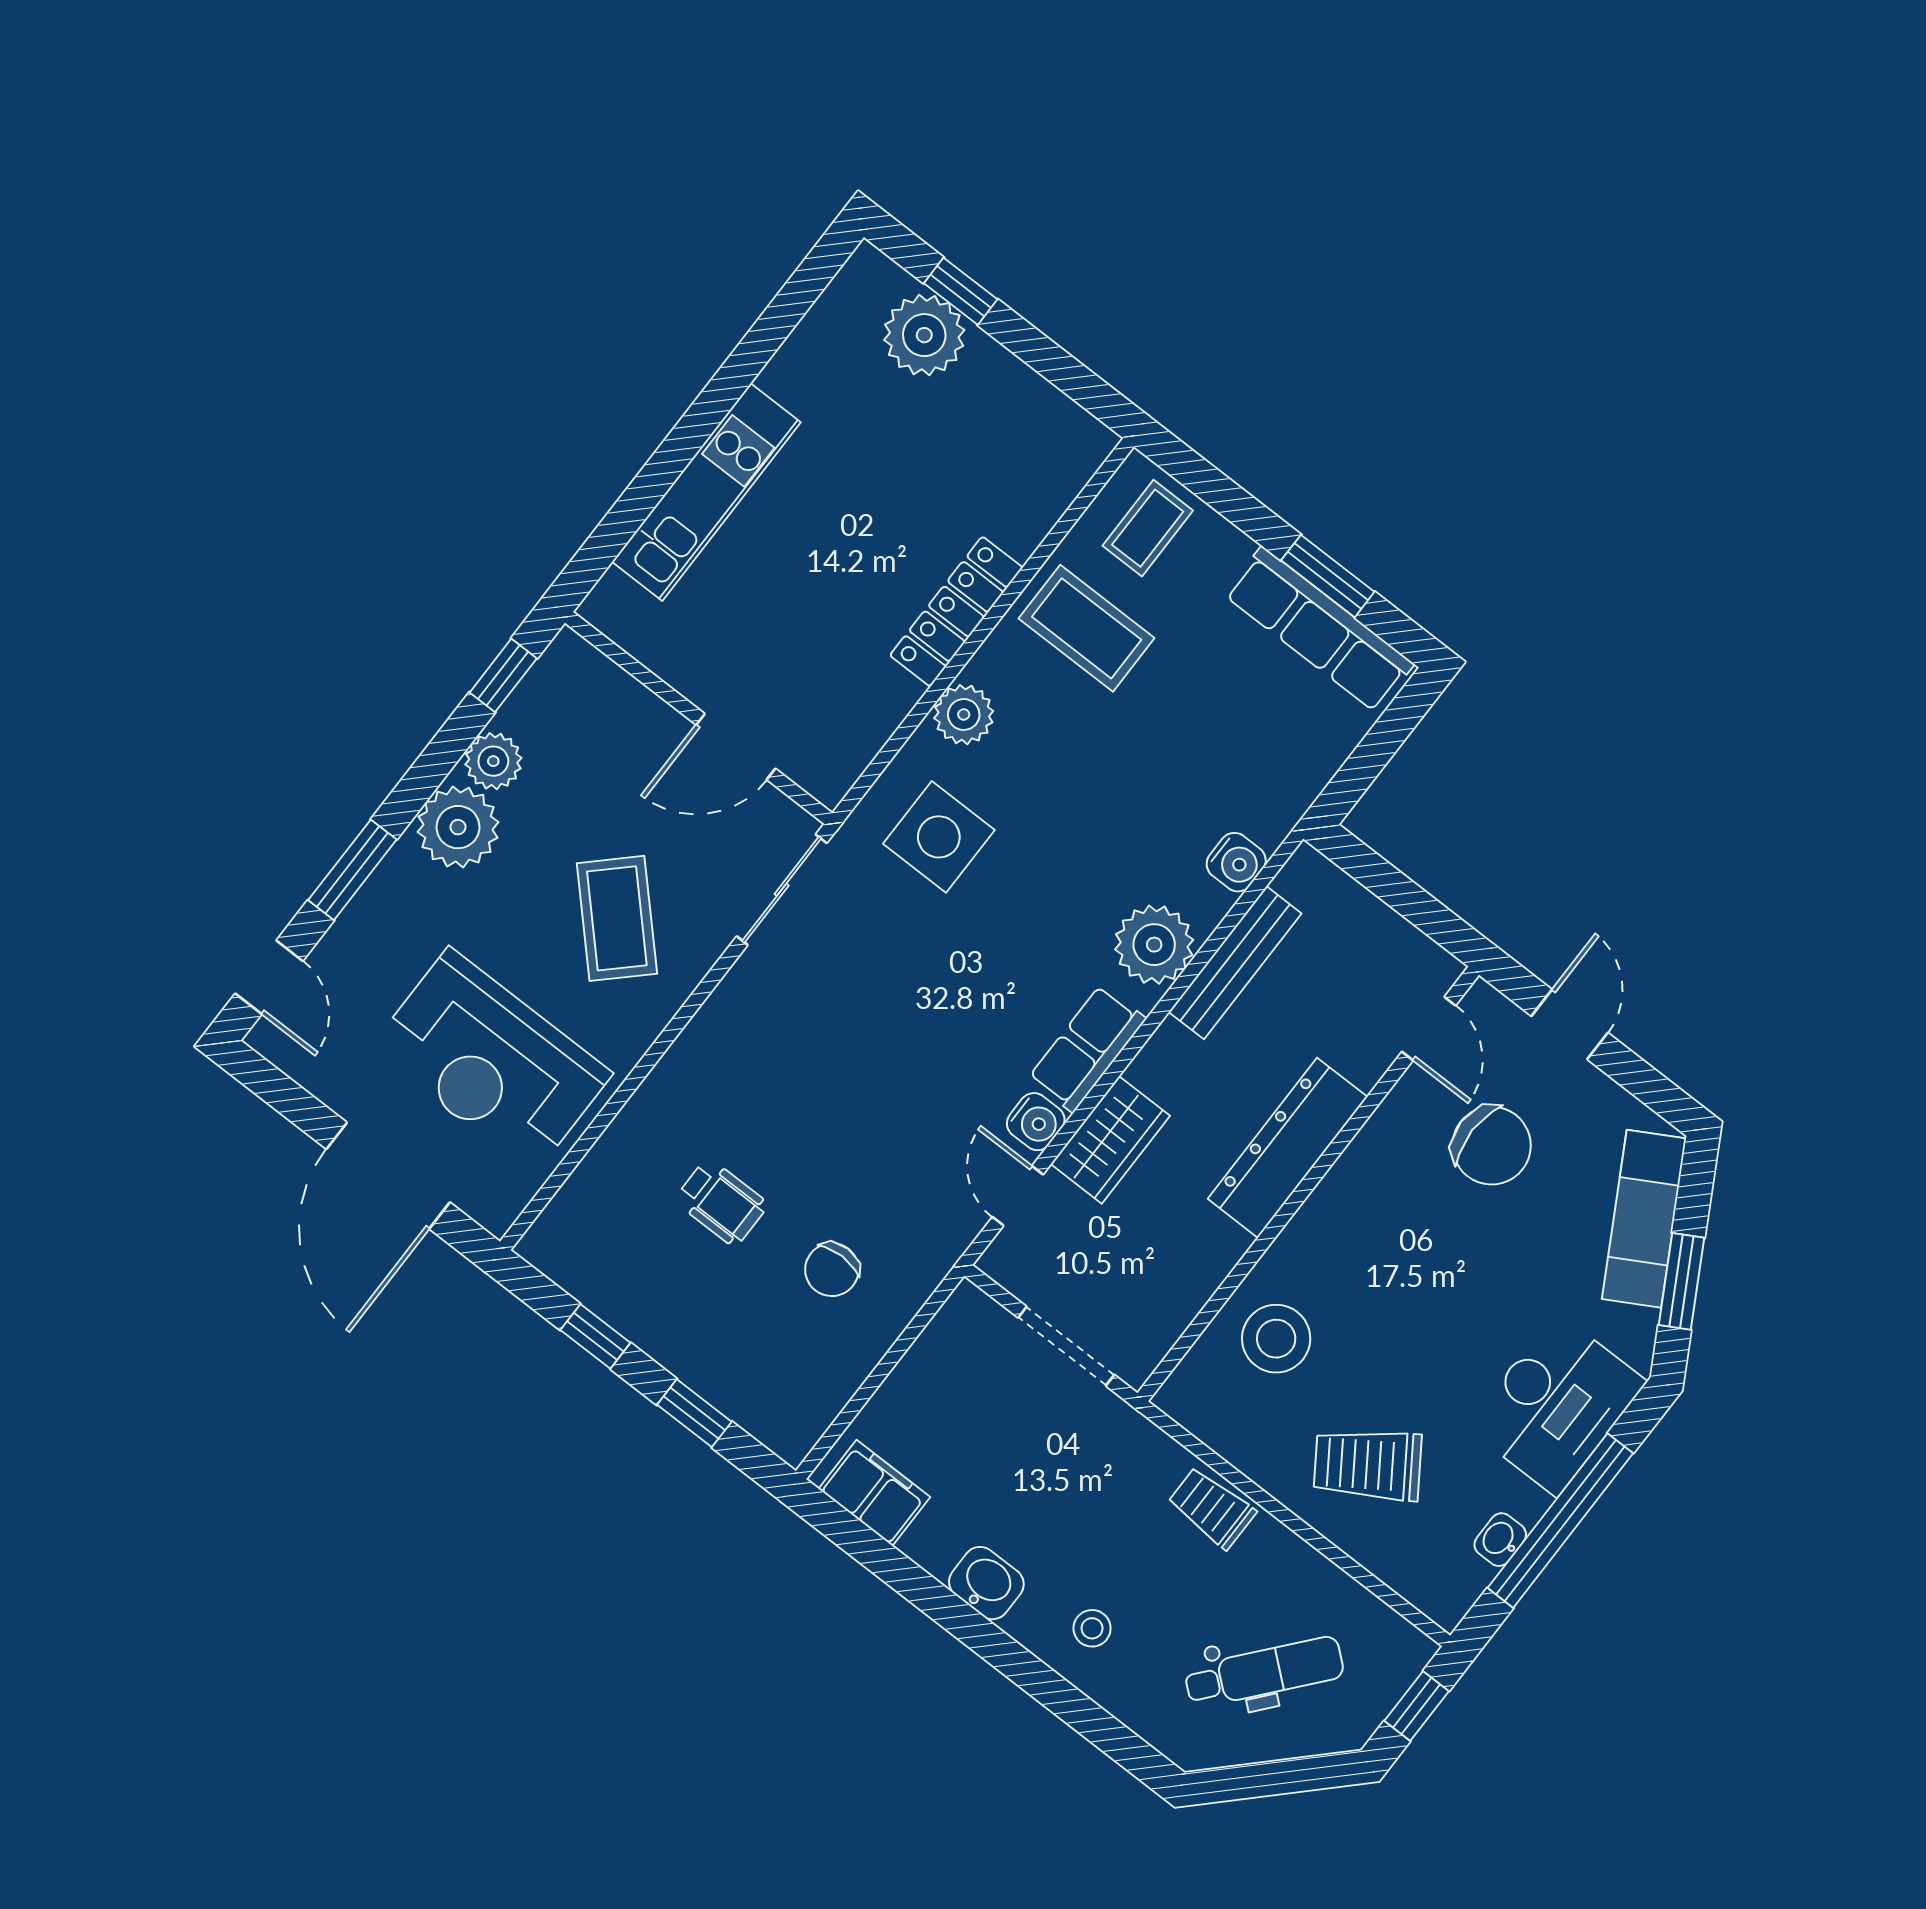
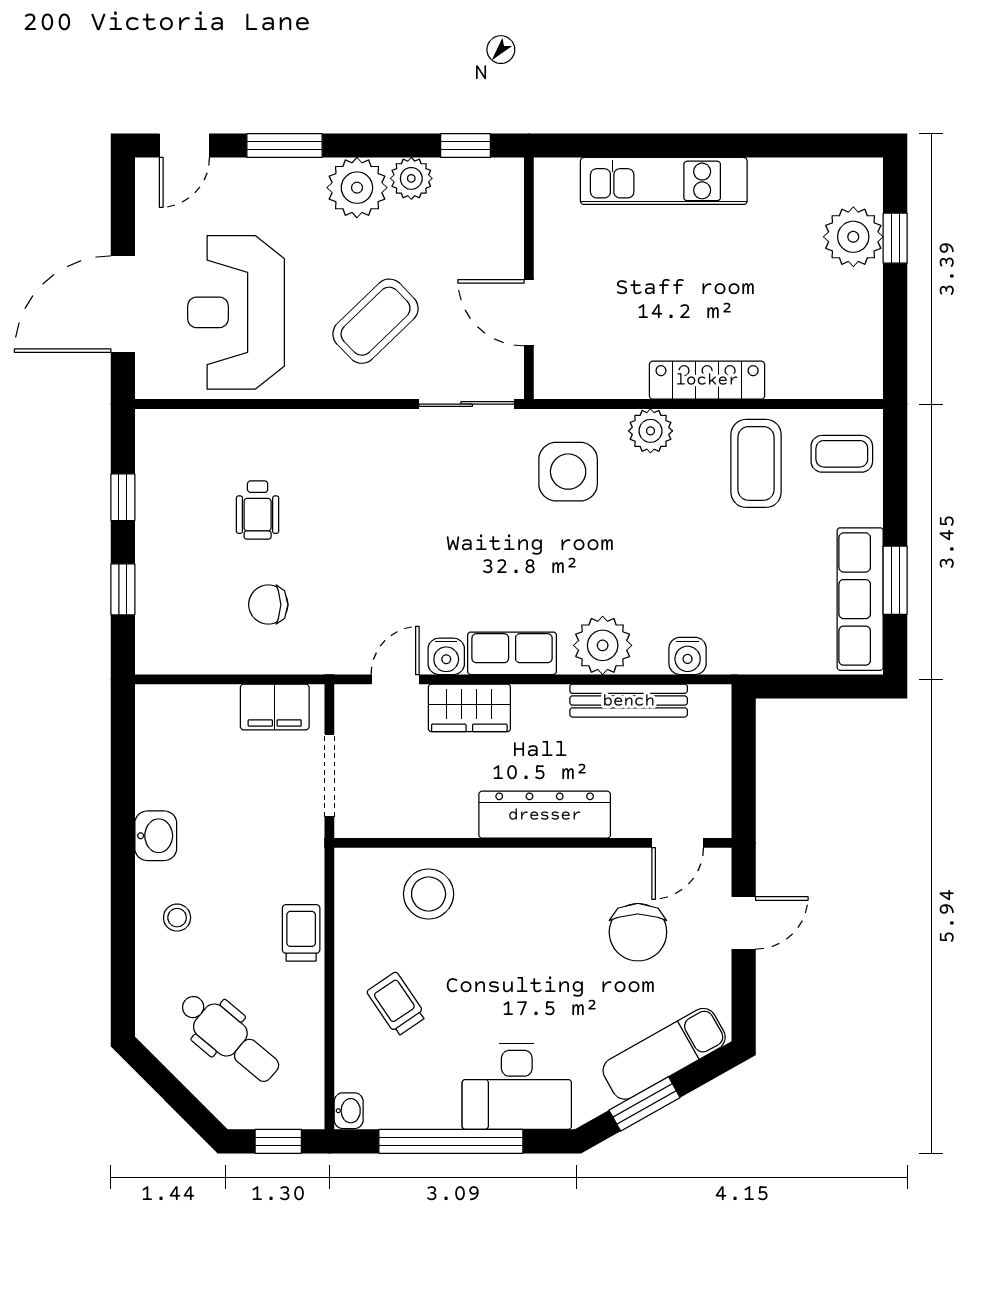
trolley: (1368, 1465) -> (397, 1004), width x0.73, depth x0.72
filing cabinet: (874, 1493) -> (275, 707), moved, turned 90
washbasin: (1500, 1540) -> (349, 1111), moved, turned 90

